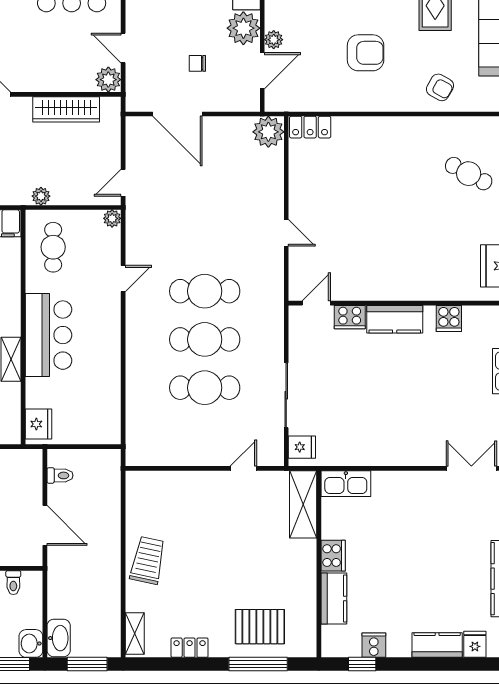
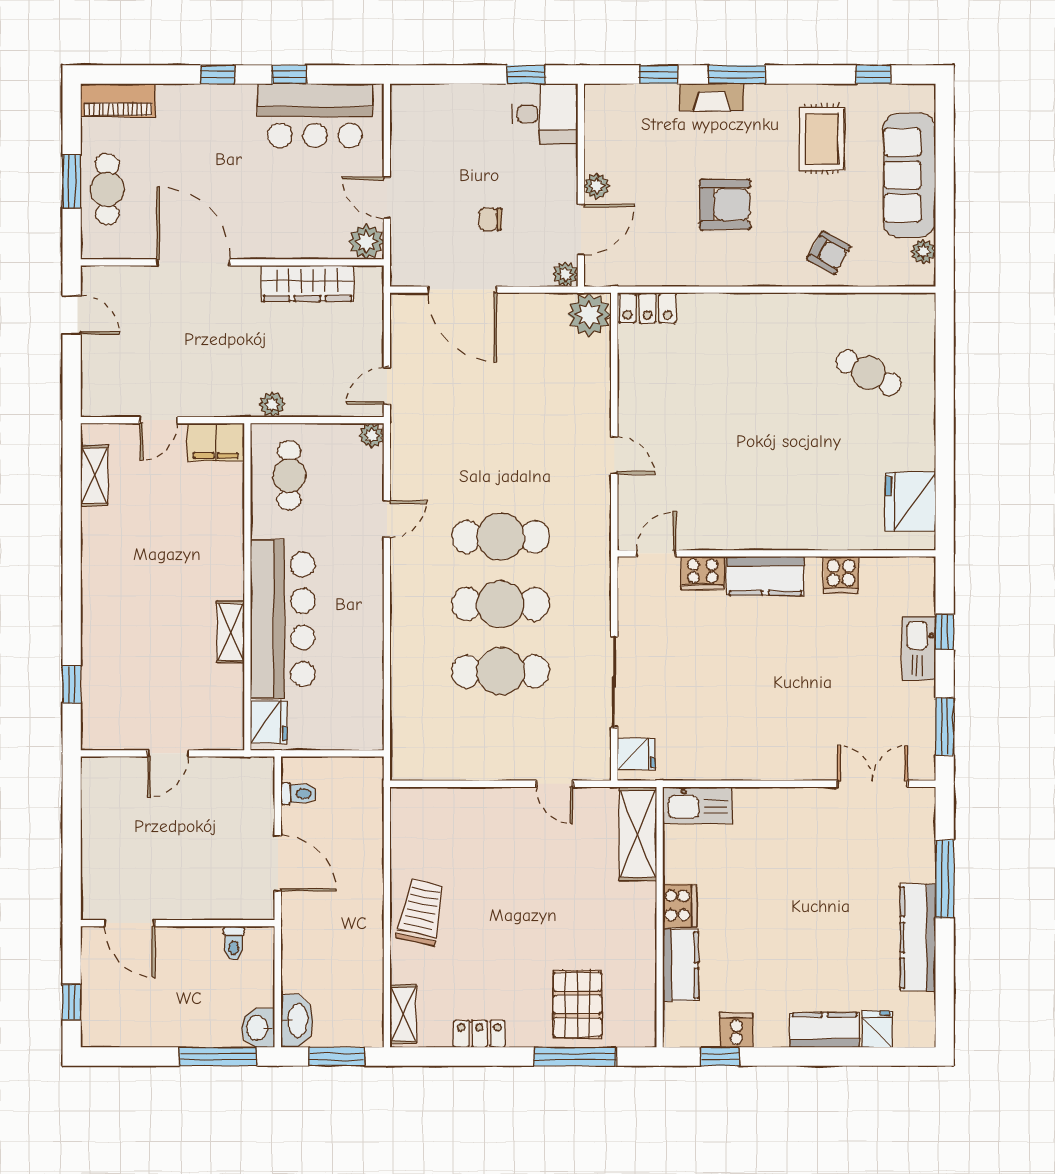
plant: (243, 28) -> (565, 274), moved, width x0.53, depth x0.53
bar counter: (48, 335) -> (283, 619), width x1.36
door: (243, 468) -> (555, 784), swing flipped
pallet: (260, 627) -> (577, 1004), turned 90

